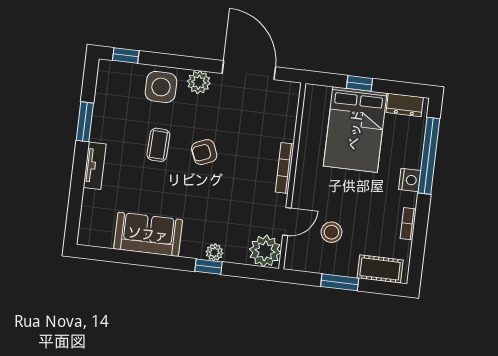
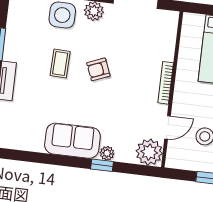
sofa: (148, 234) -> (72, 141), moved

